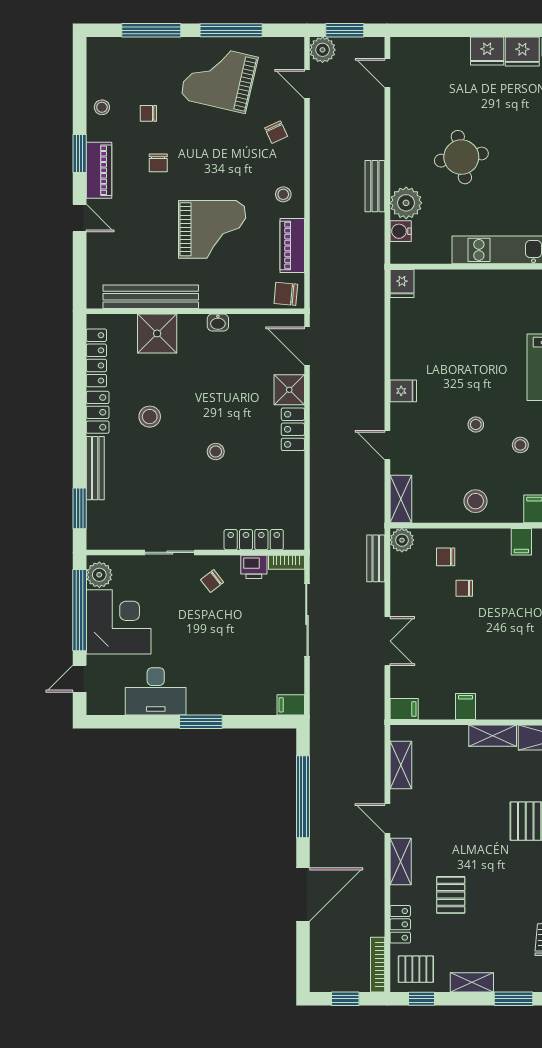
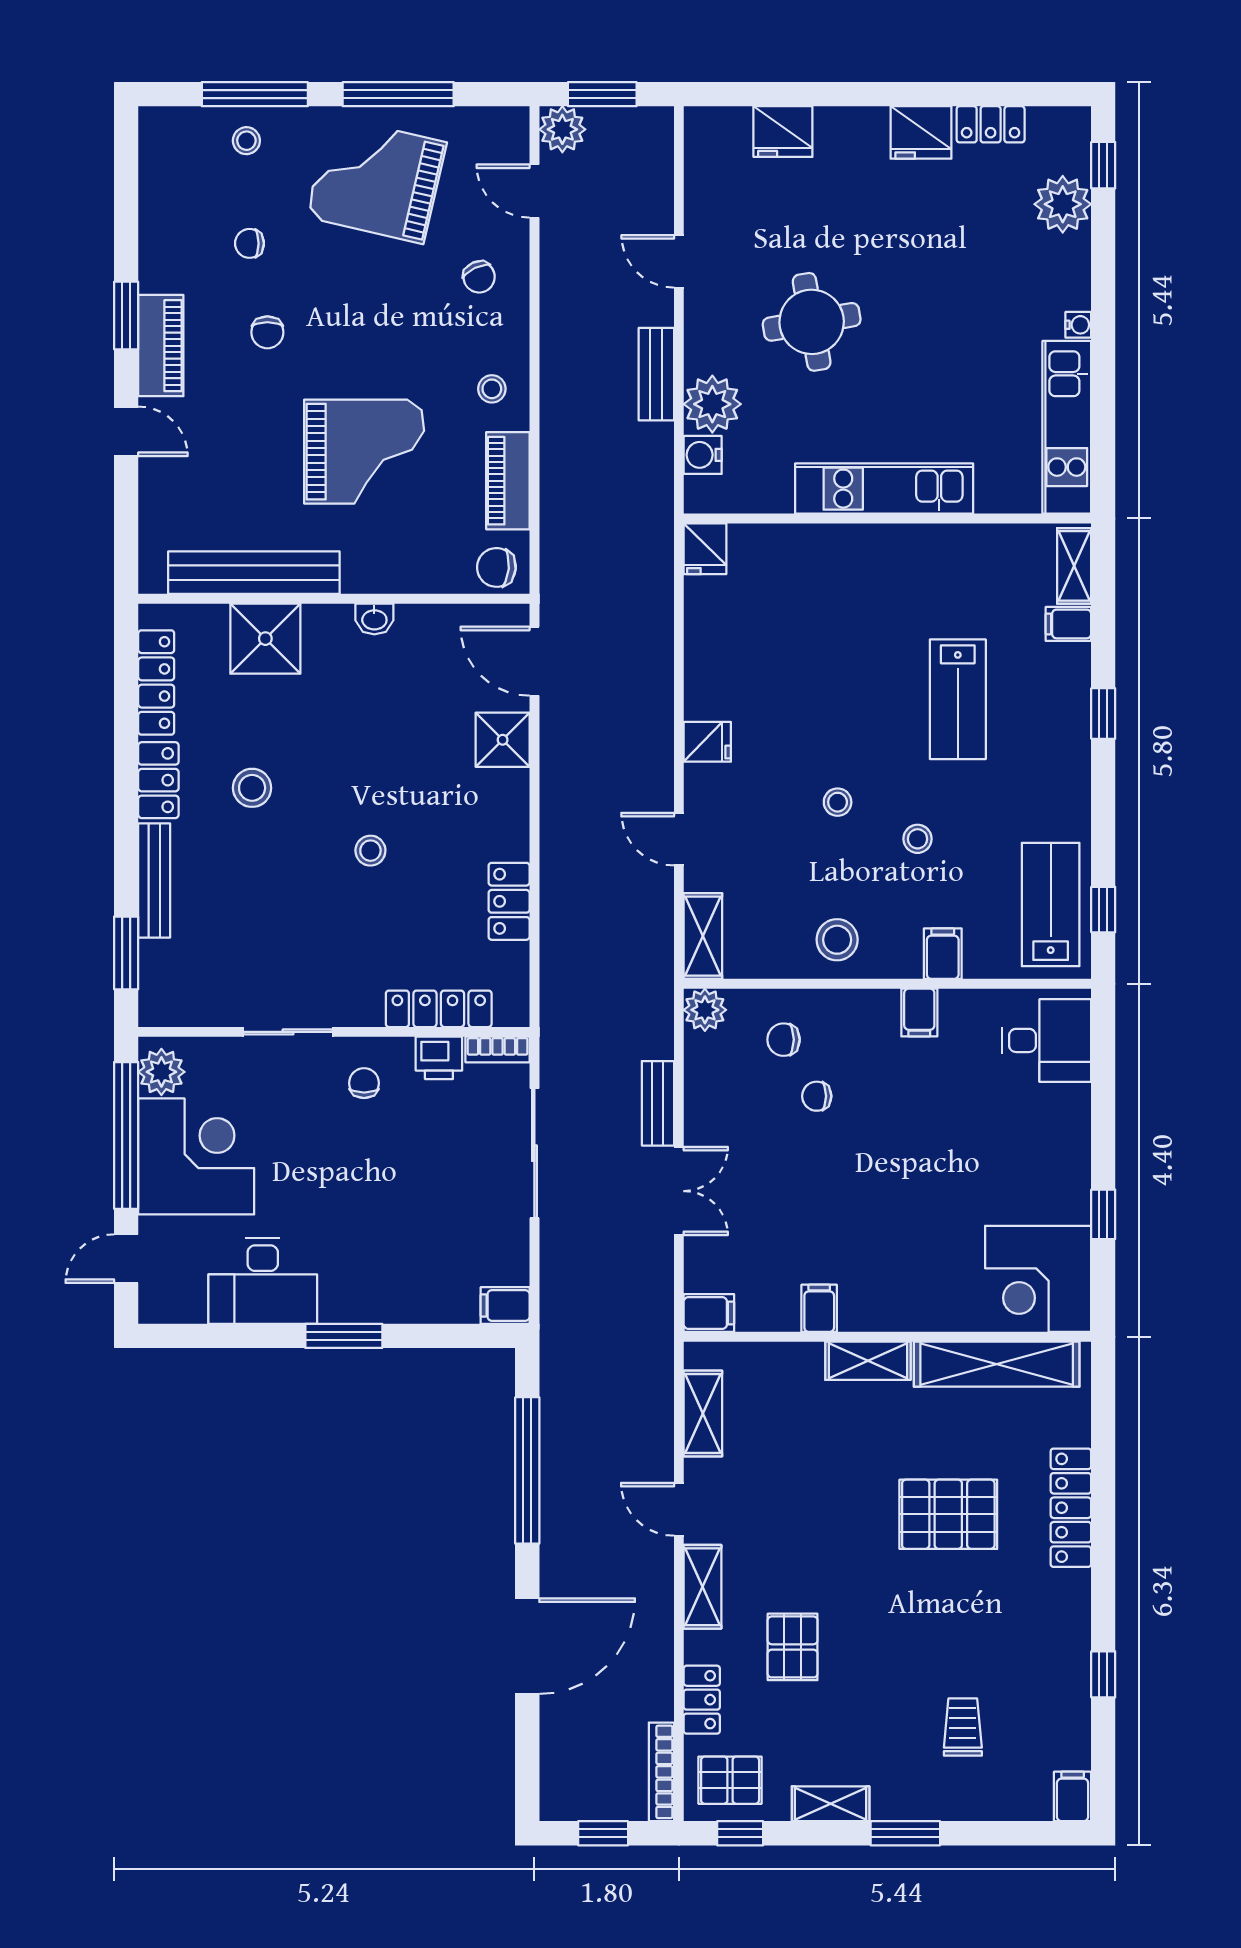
fridge: (487, 51) -> (783, 132), moved
door: (387, 73) -> (679, 261), moved
stool: (102, 107) -> (246, 141), moved
locker: (293, 429) -> (509, 901), moved
bench: (376, 558) -> (658, 1103), moved
chair: (212, 581) -> (364, 1083), turned 128

